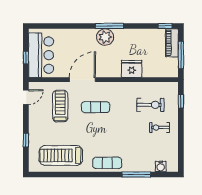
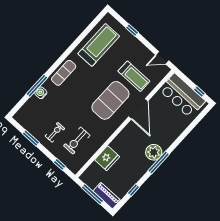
window: (165, 26) -> (133, 190), moved
window: (26, 58) -> (199, 92), moved
fridge: (132, 69) -> (107, 158), moved
door: (26, 97) -> (162, 58), hinge flipped
exercise mat: (96, 107) -> (110, 100), width x2.00, depth x1.45
window: (181, 142) -> (31, 138), added
water cooler: (161, 166) -> (41, 93), moved

